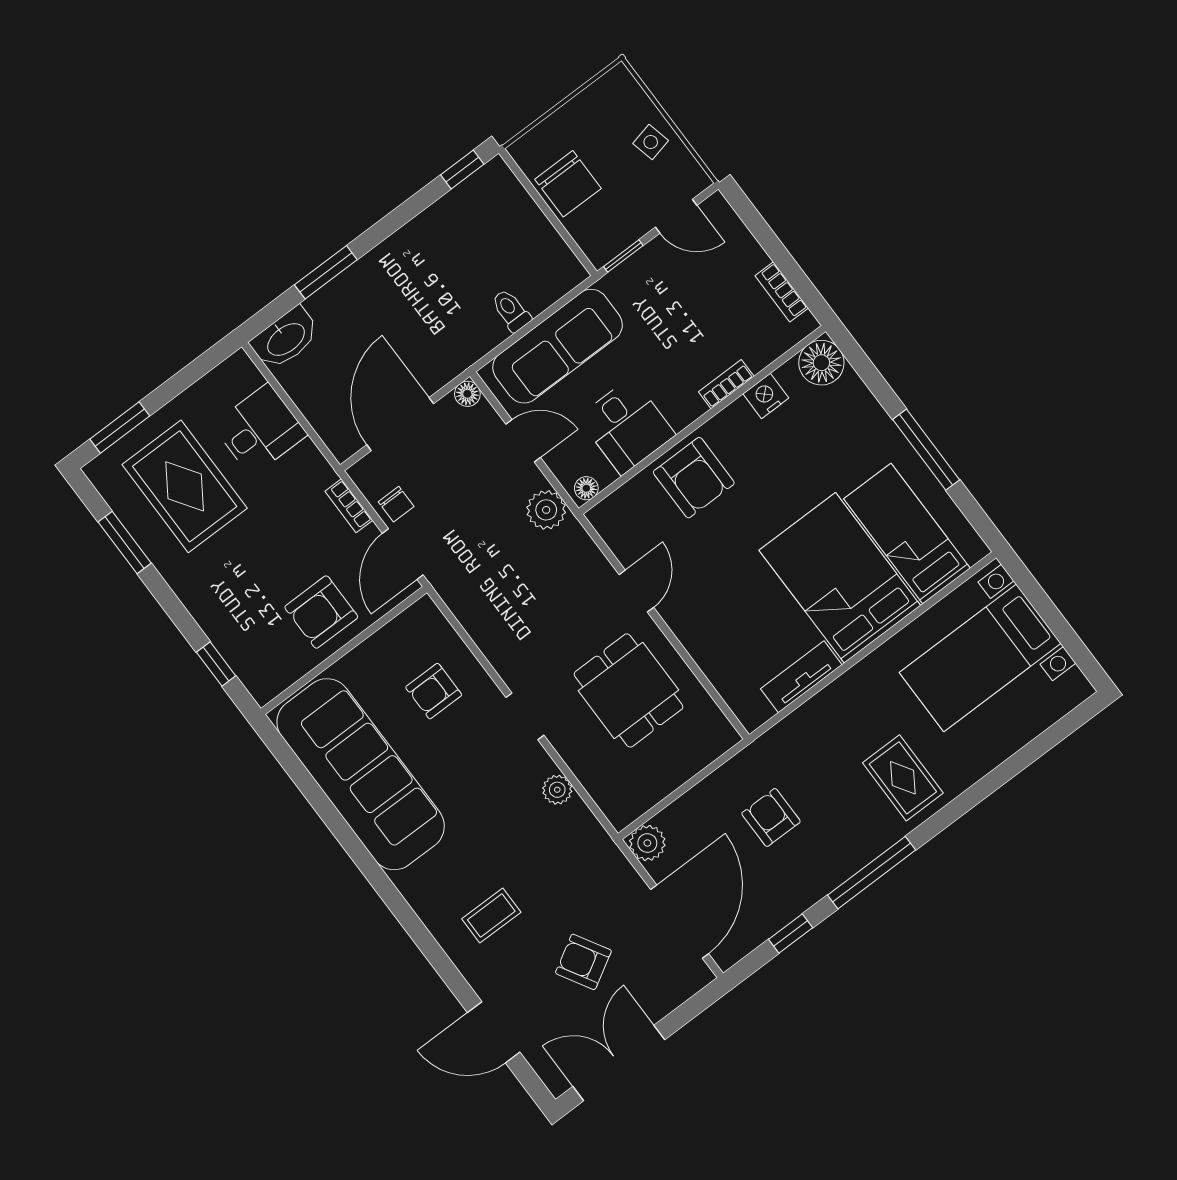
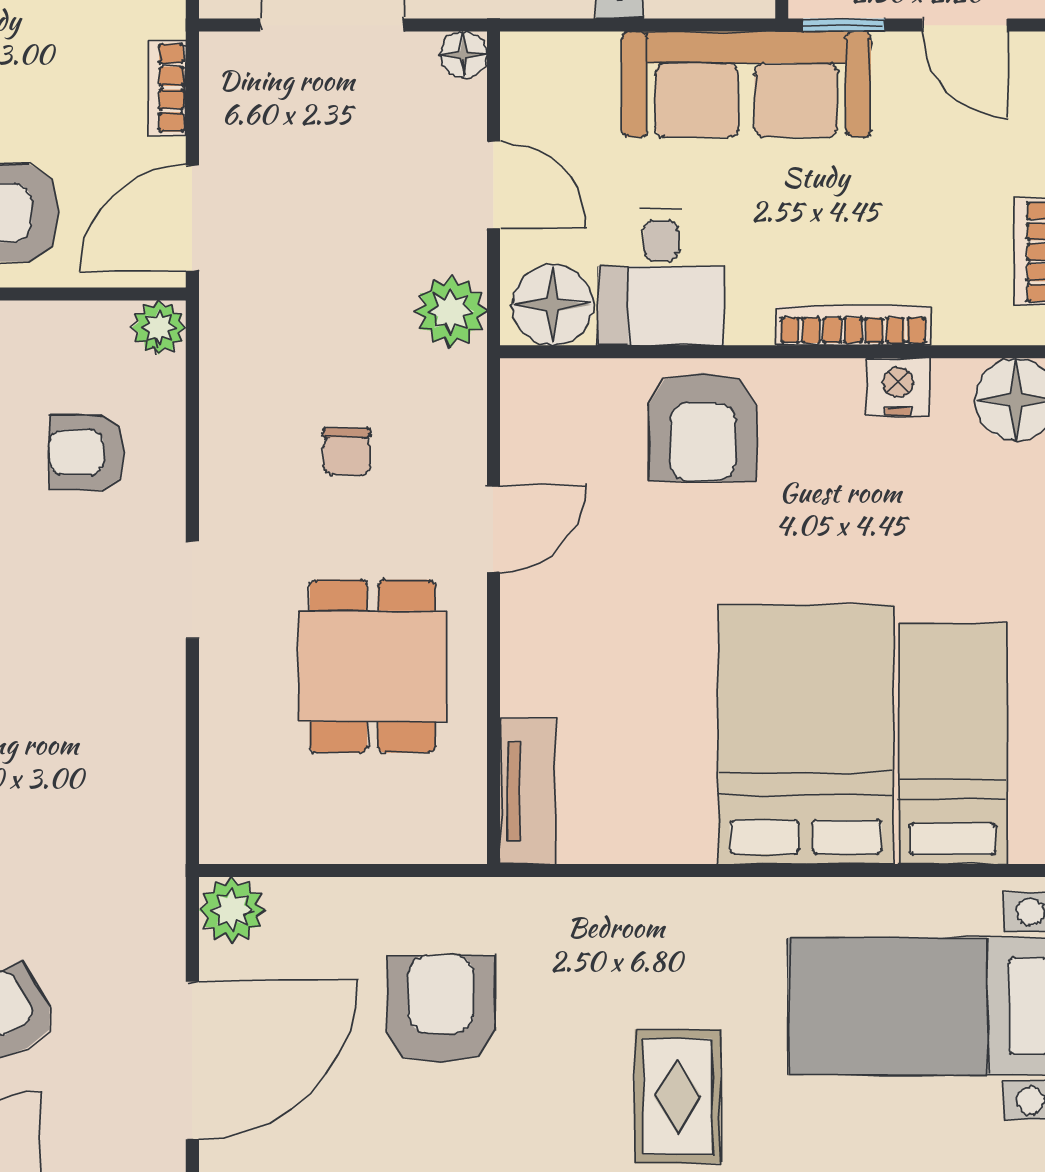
sofa: (558, 346) -> (747, 84), moved
bookcase: (726, 384) -> (853, 326), width x1.56
floor lamp: (586, 488) -> (553, 305), width x1.89, depth x1.89
chair: (396, 504) -> (347, 451), moved
tv unit: (801, 677) -> (528, 791), moved, turned 90
plant: (557, 790) -> (159, 328), moved
armchair: (771, 817) -> (441, 1009), width x1.38, depth x1.38

